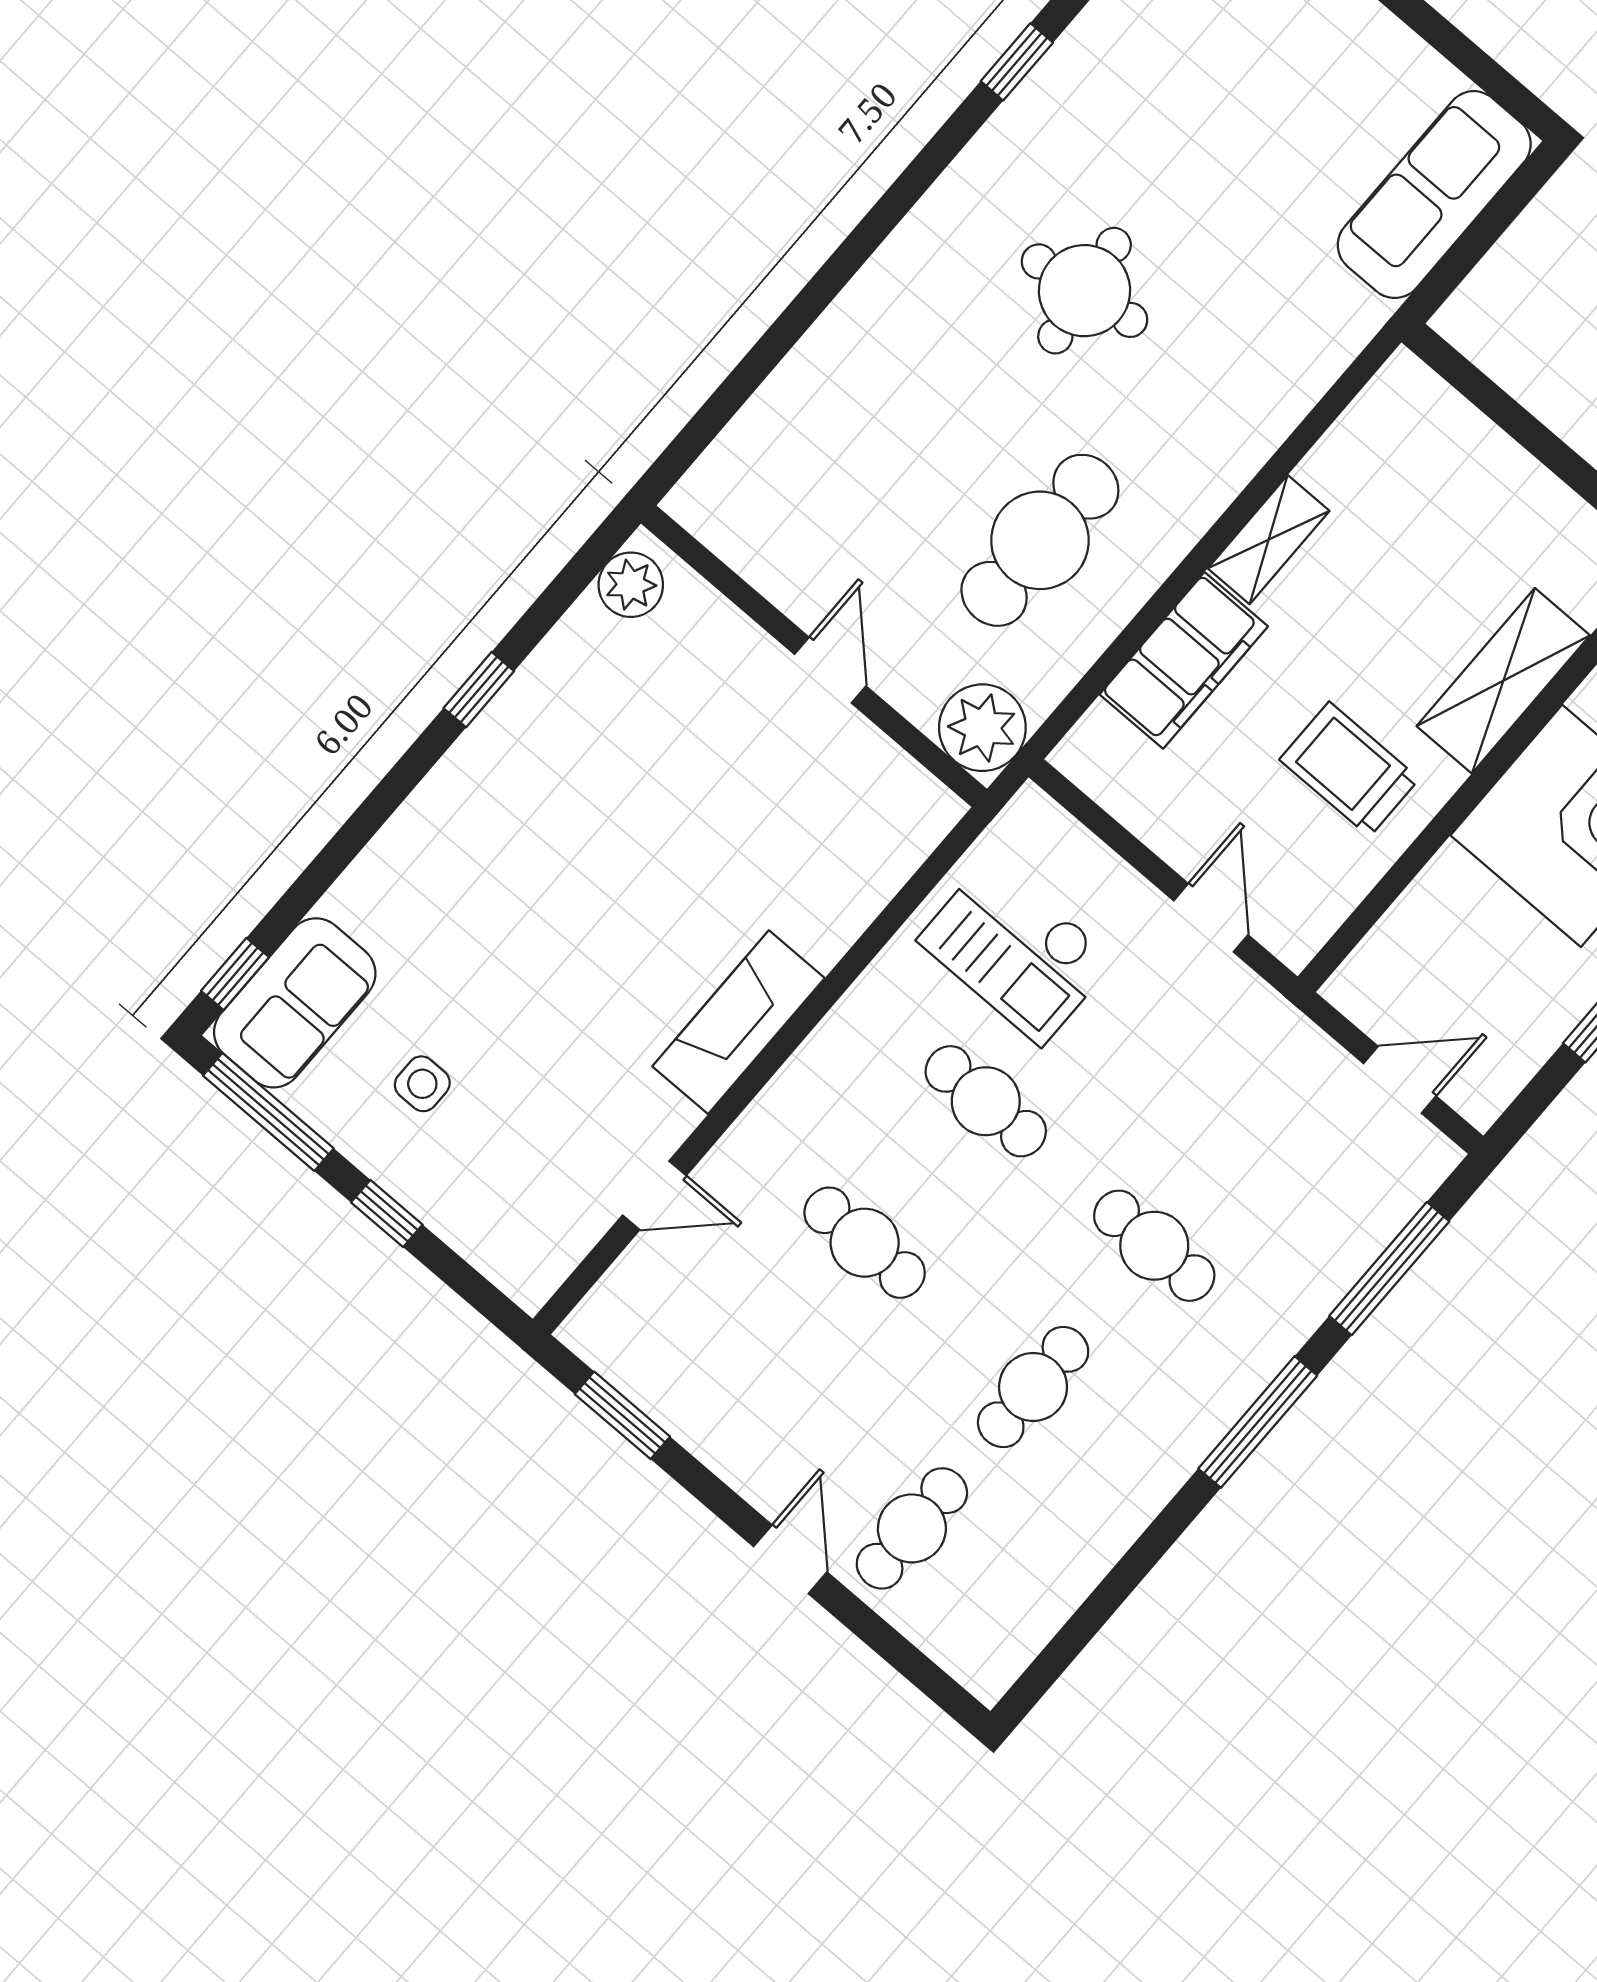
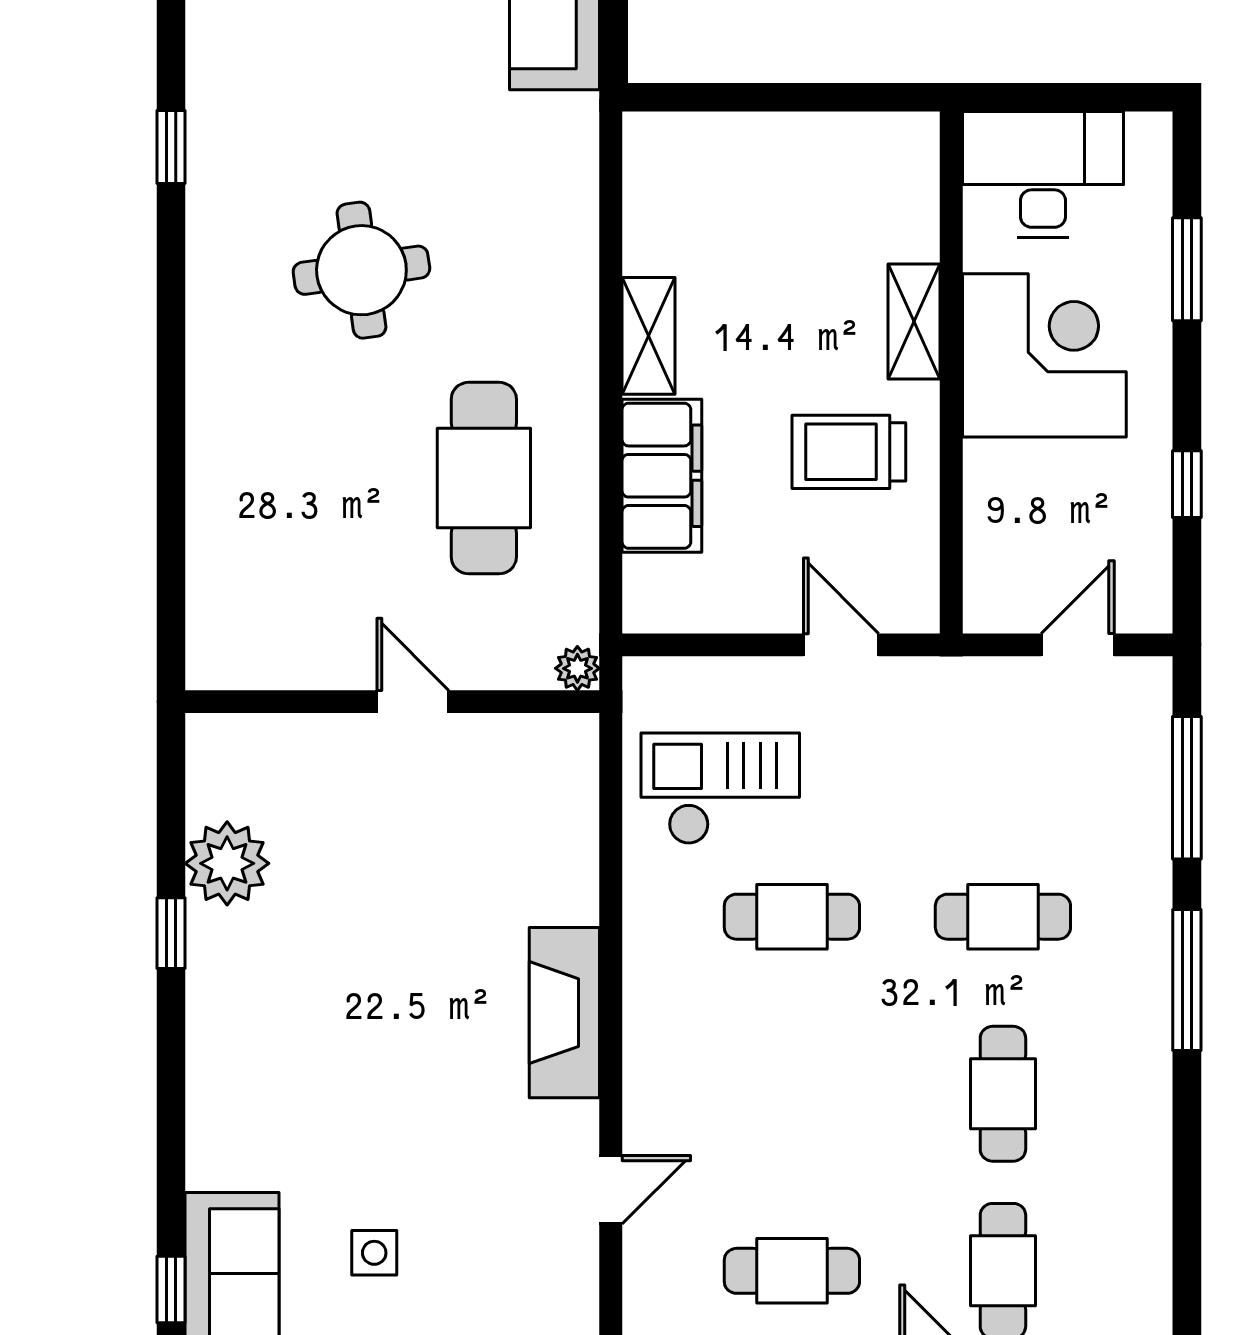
plant: (631, 585) -> (227, 863), moved, width x1.36, depth x1.36
shelving: (1503, 681) -> (914, 322), width x0.67, depth x0.75
plant: (982, 728) -> (577, 668), width x0.53, depth x0.53
checkout: (1016, 950) -> (720, 789), turned 180
cafe table: (865, 1243) -> (792, 1271), moved

